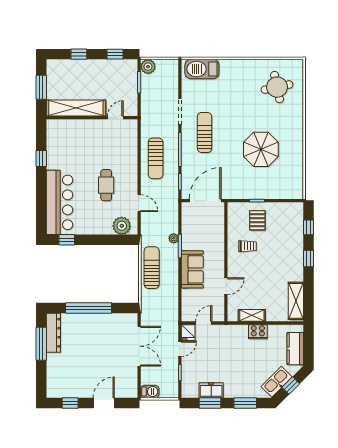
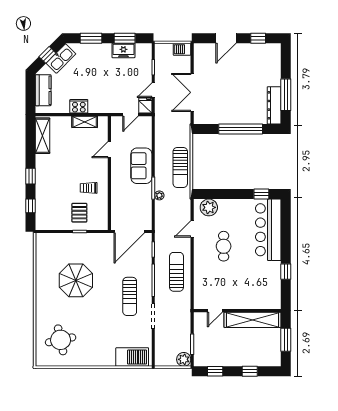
door: (139, 203) -> (192, 229), hinge flipped

